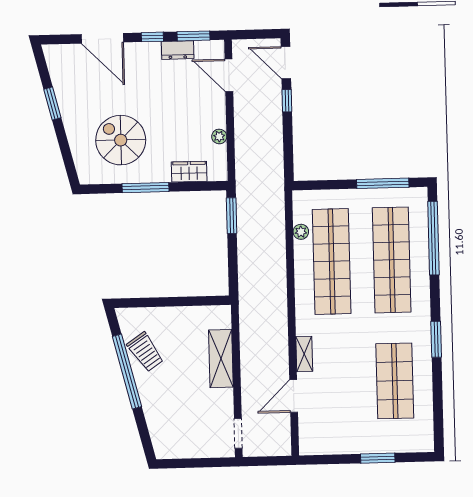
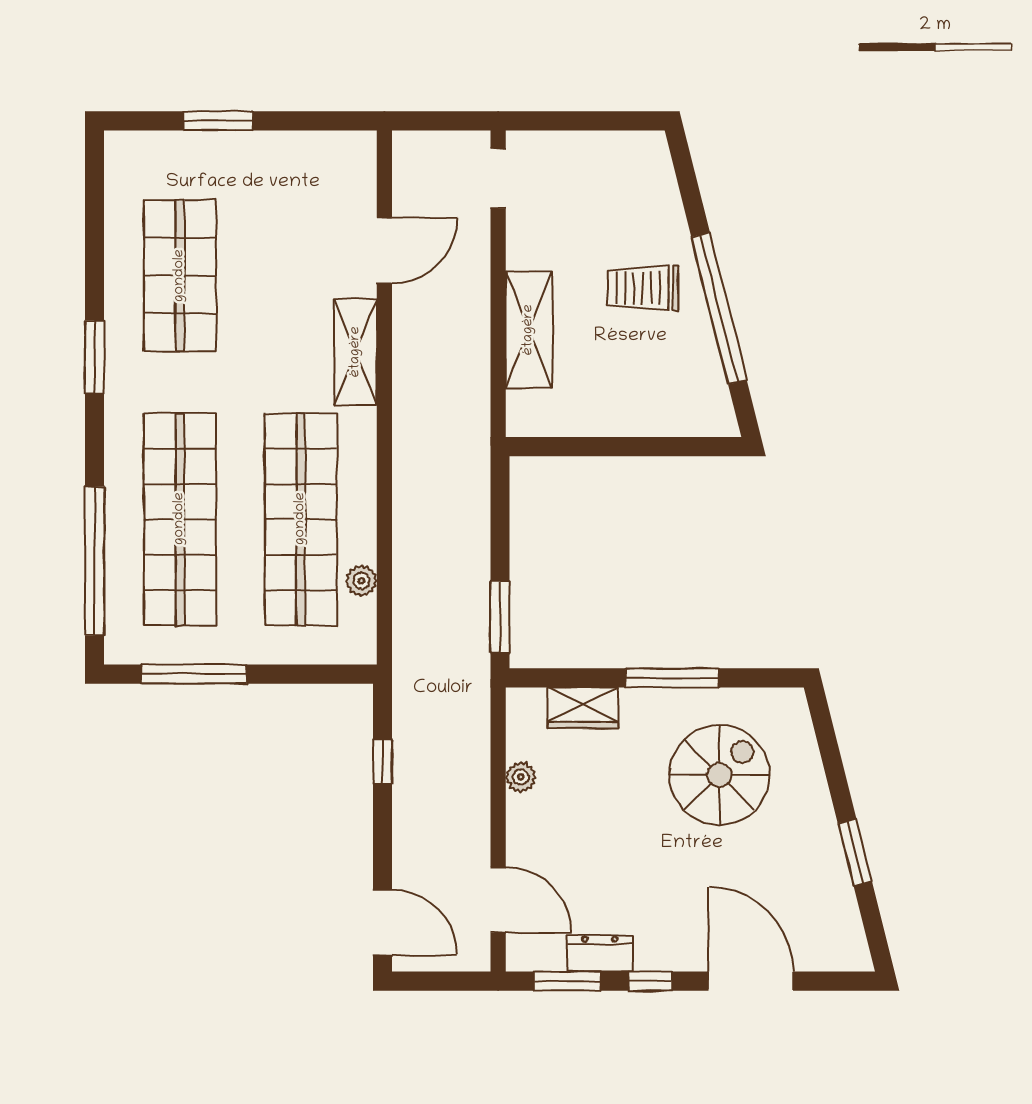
window: (287, 101) -> (383, 762), moved
spiral stairs: (121, 140) -> (719, 775), turned -90
trolley: (145, 352) -> (643, 288), moved, turned -56
shelving: (304, 354) -> (356, 352), width x1.50, depth x1.33

